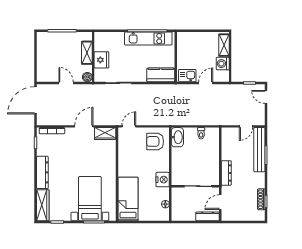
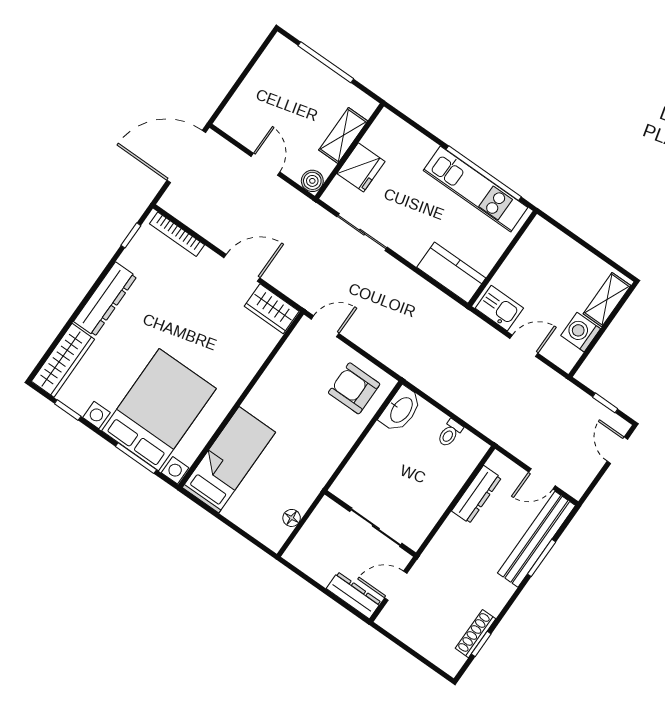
dresser: (226, 173) -> (476, 494), moved
nightstand: (163, 180) -> (318, 469), removed
bed with nightstands: (90, 199) -> (159, 410), width x1.36

